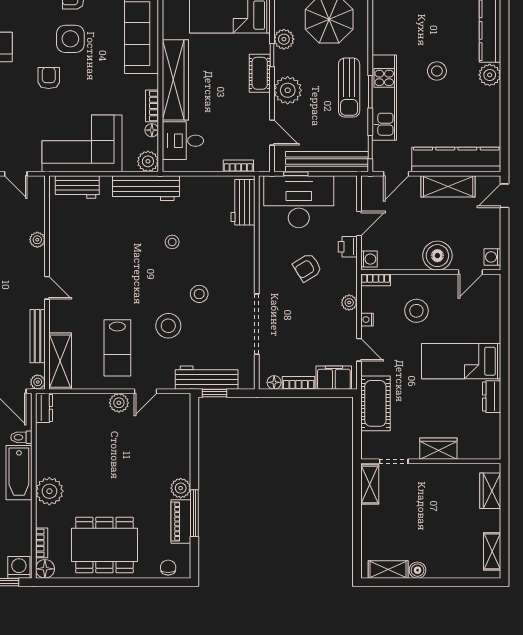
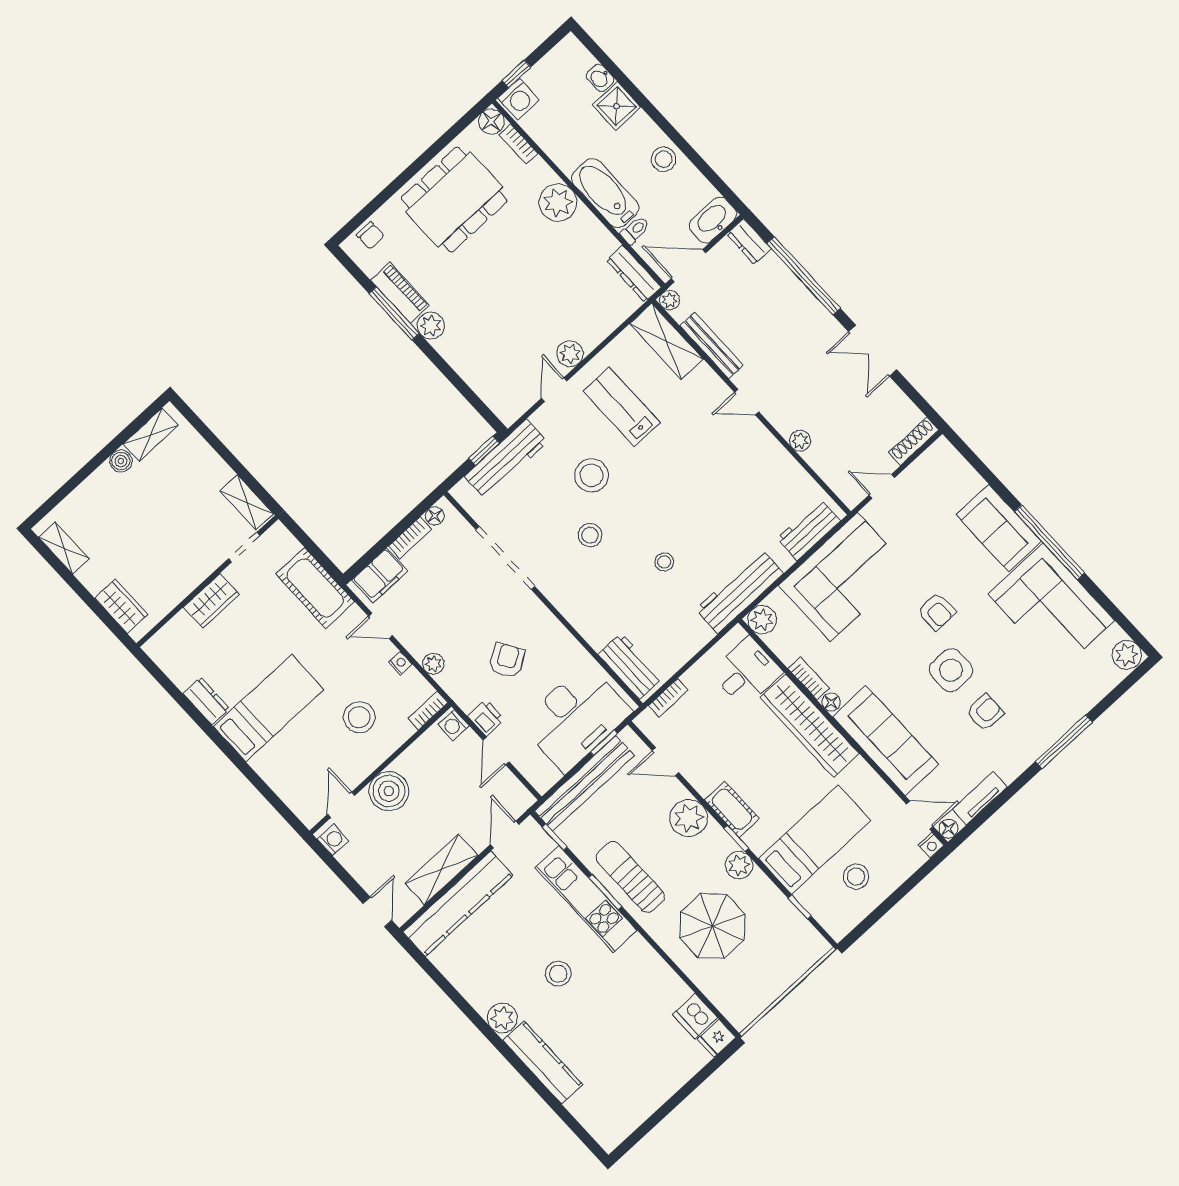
floor lamp: (152, 130) -> (831, 702), moved
dresser: (44, 408) -> (634, 274), width x1.44

